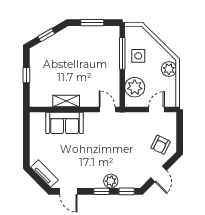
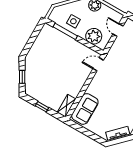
window: (92, 23) -> (32, 40), removed
shelving: (66, 101) -> (67, 106), moved
sofa: (65, 123) -> (85, 109), moved

